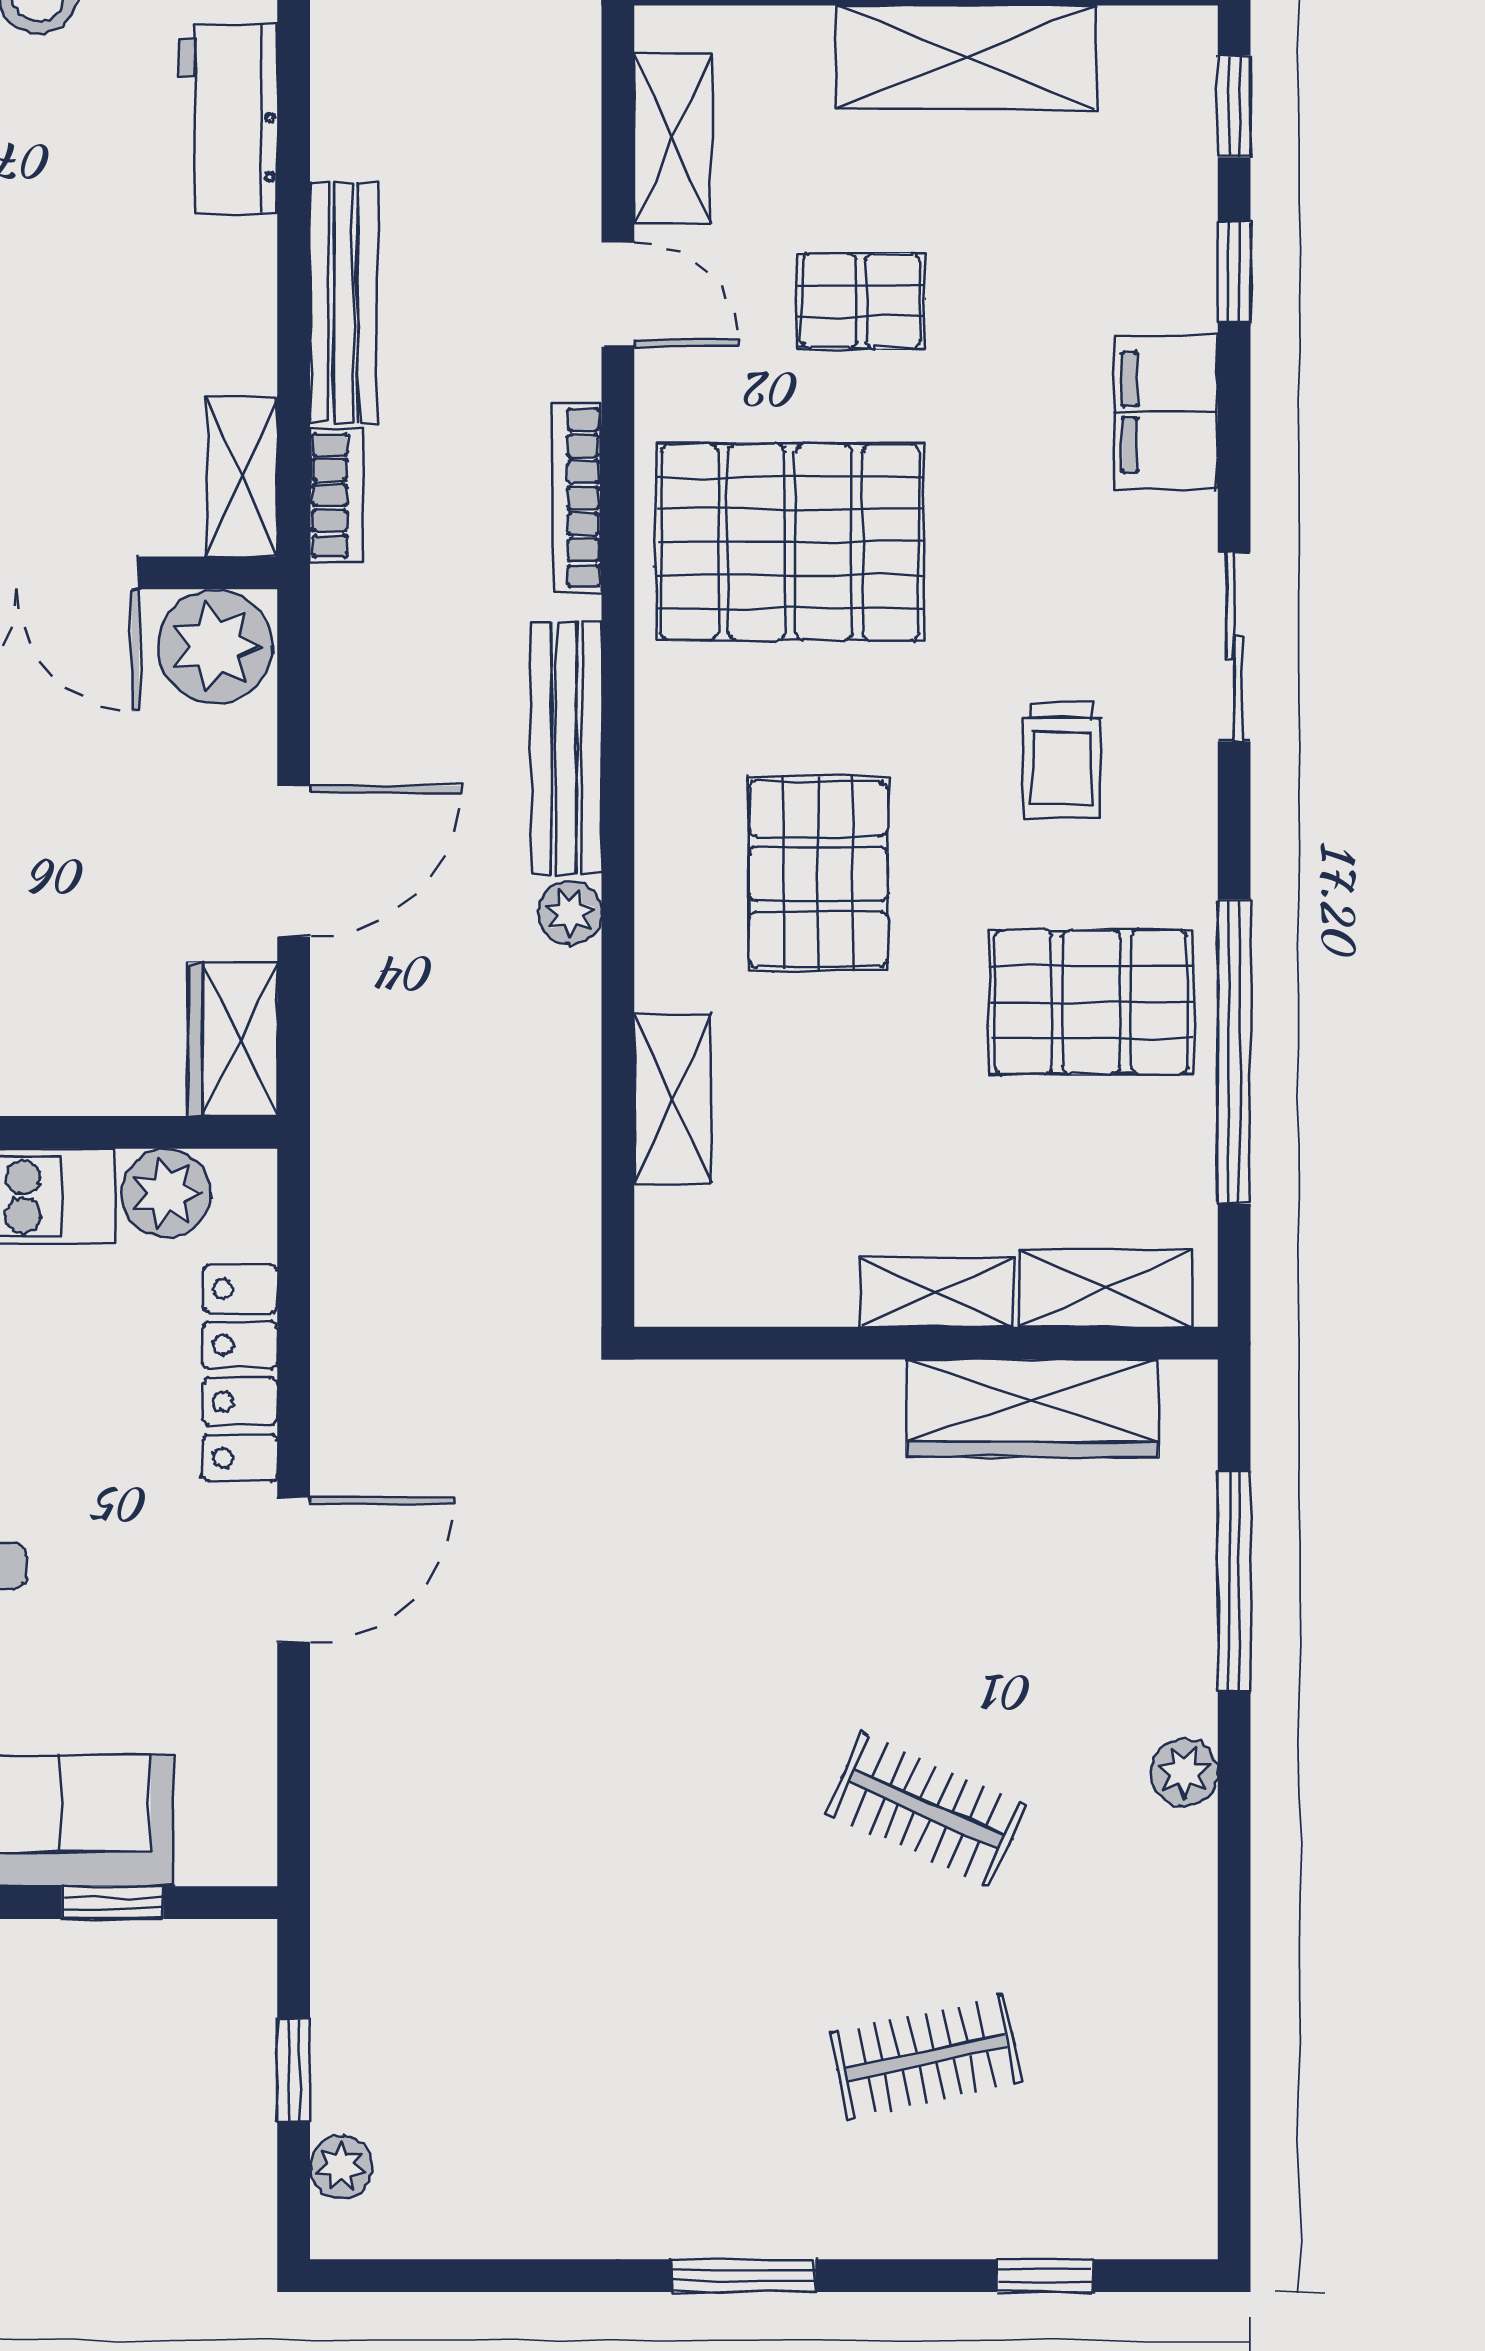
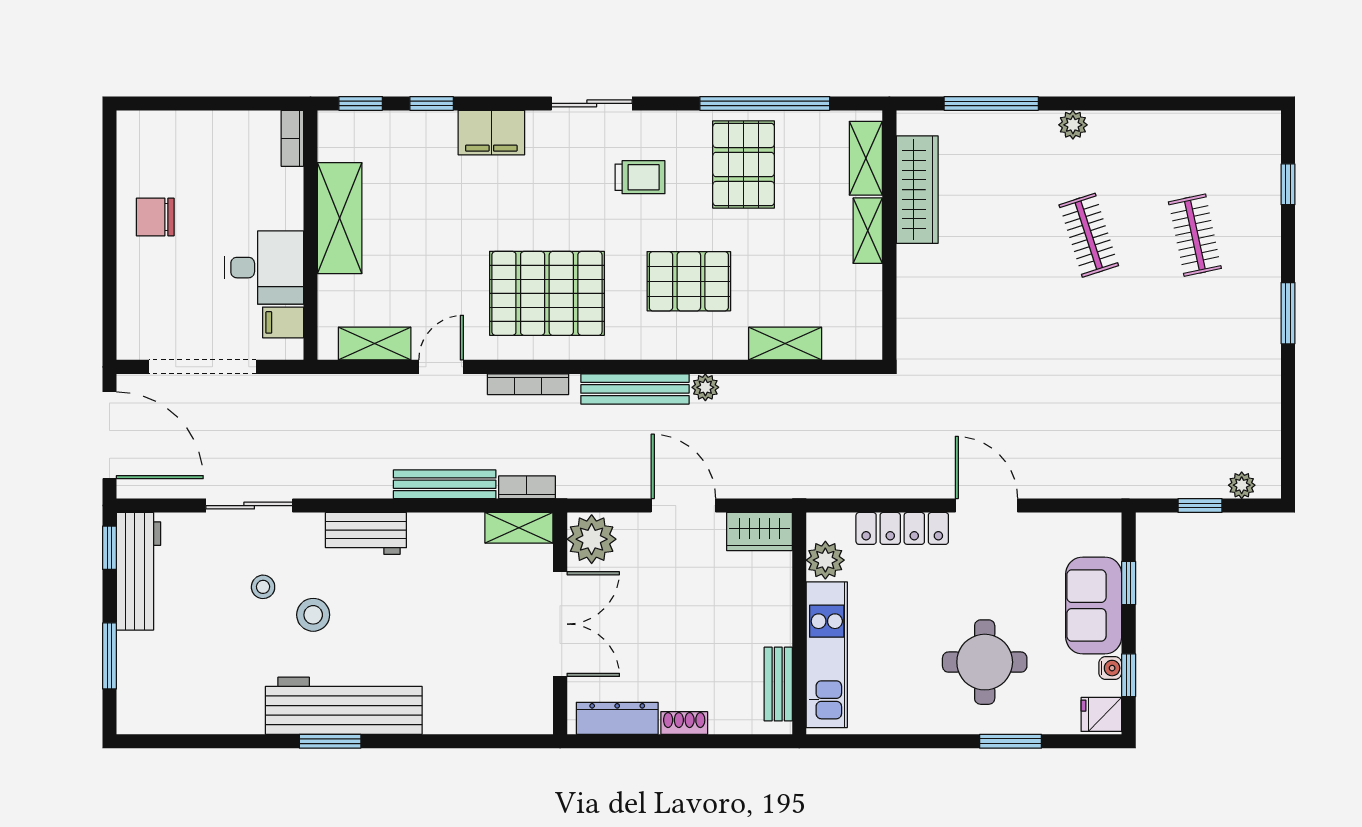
pallet: (861, 301) -> (444, 263), removed
pallet: (790, 542) -> (547, 293), turned 90
clothes rail: (926, 1809) -> (1089, 235), turned -42

